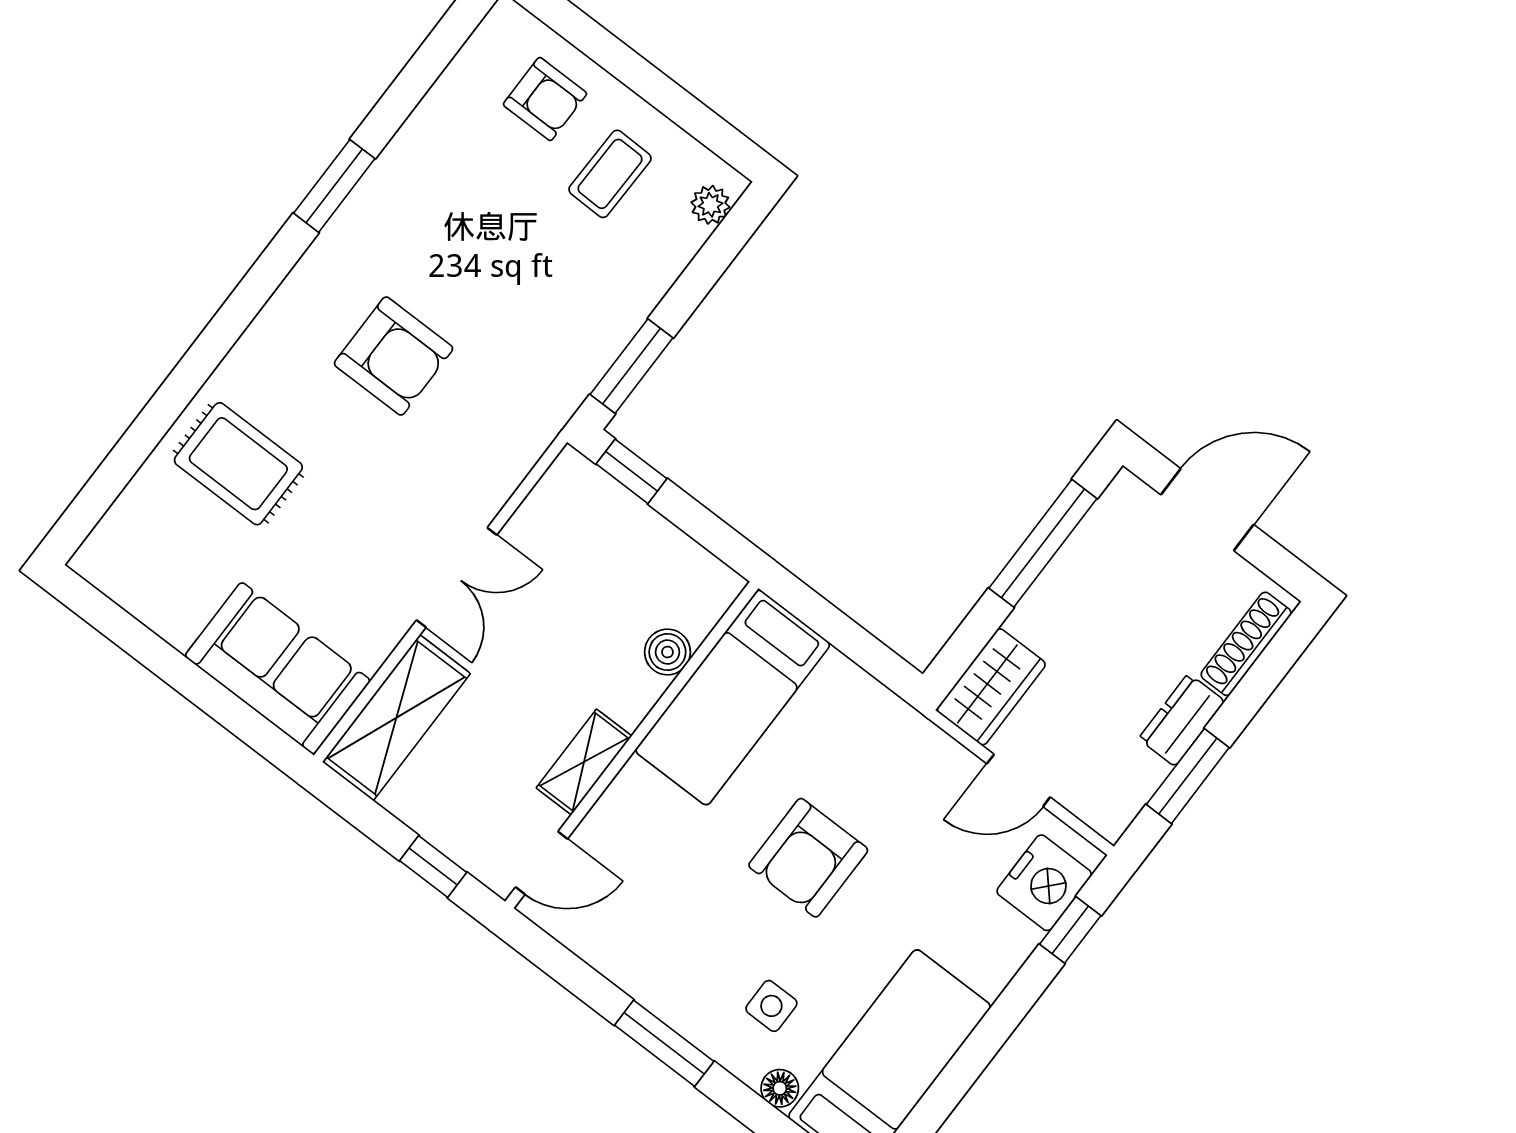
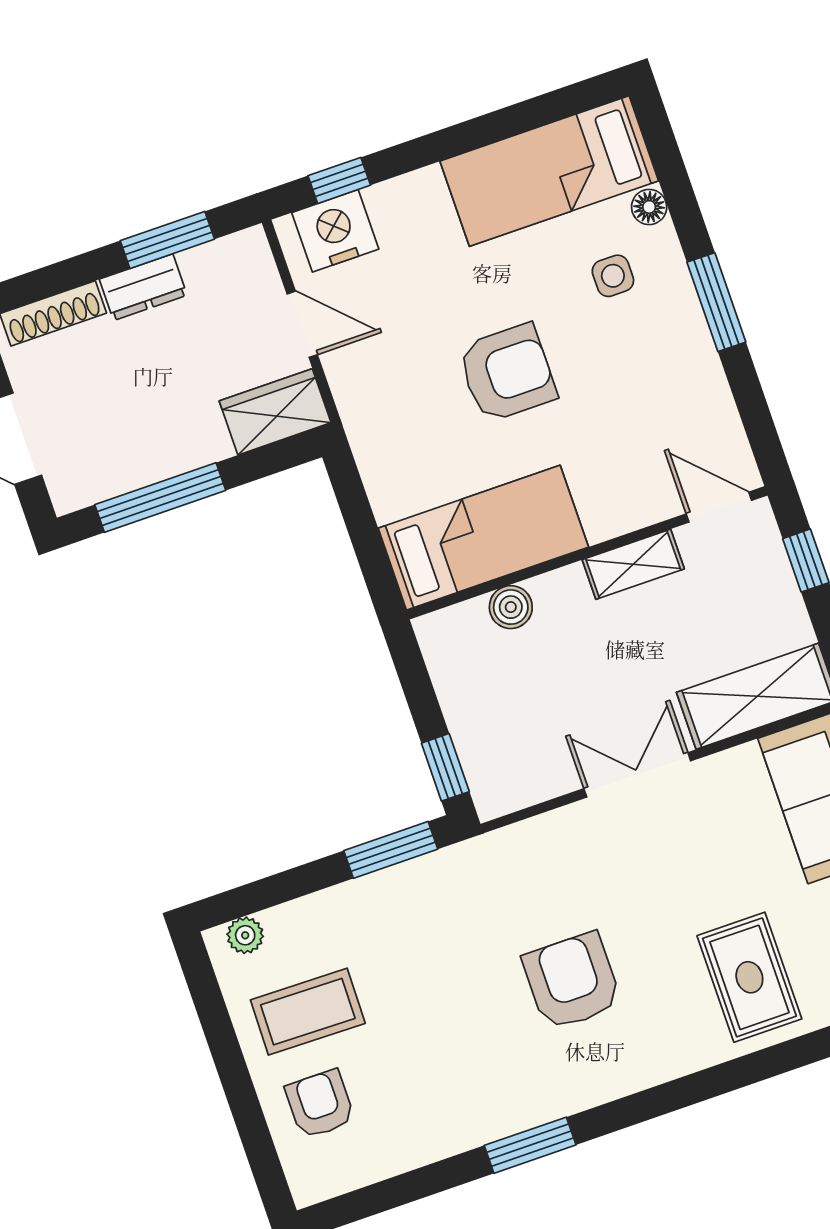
coffee table: (610, 174) -> (308, 1012), width x1.36, depth x1.30

